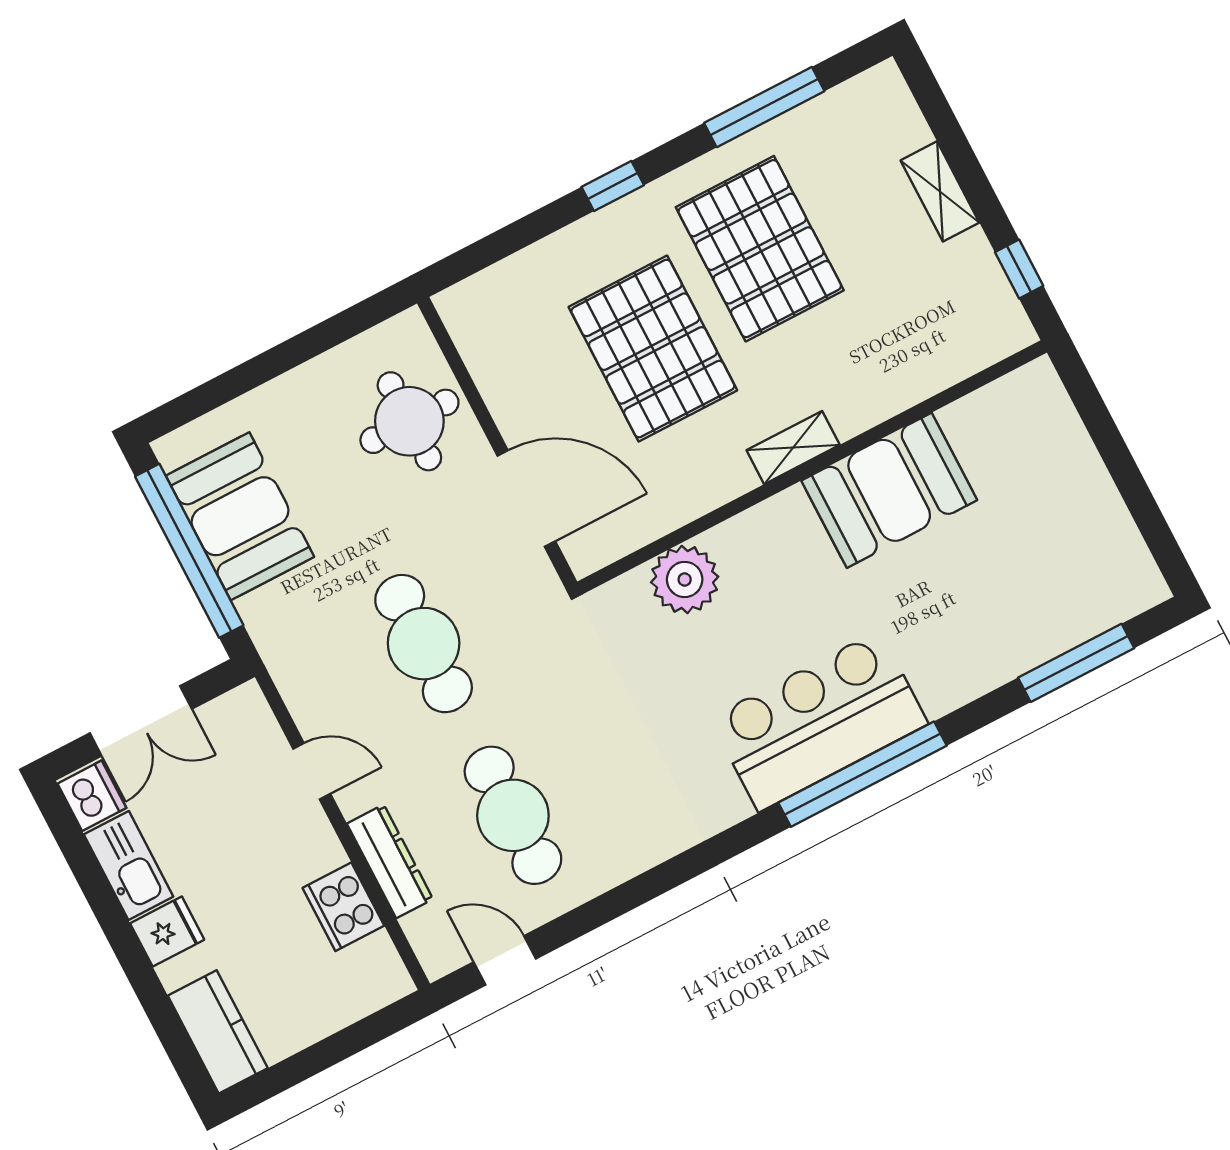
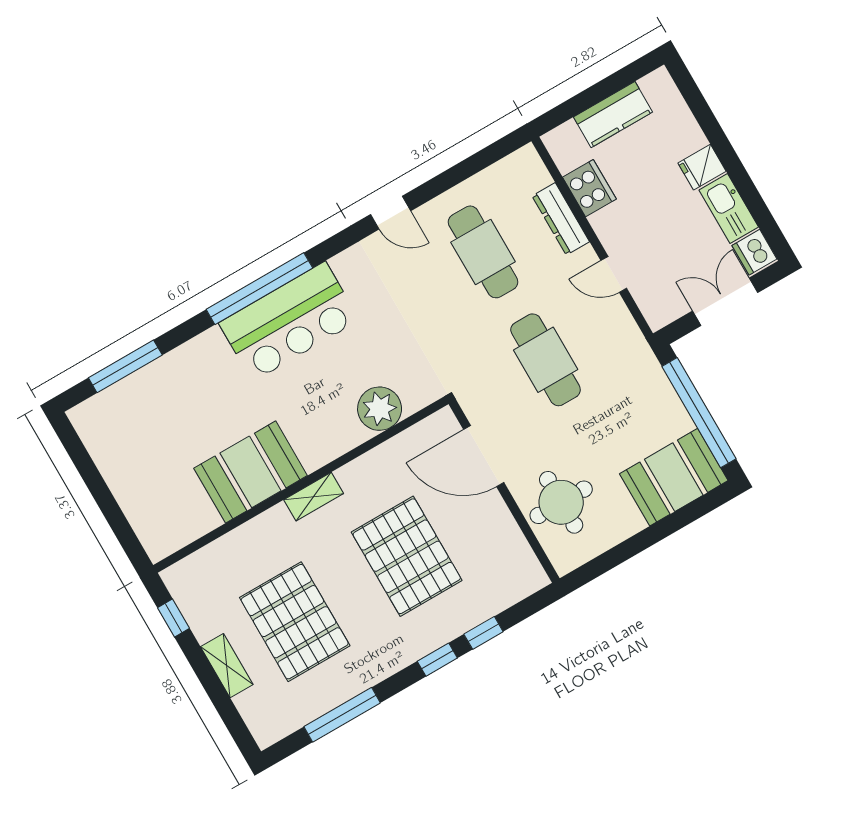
window: (539, 224) -> (483, 633), added
pallet: (760, 249) -> (295, 622), moved
booth: (240, 516) -> (674, 477), moved, turned 90
door: (505, 960) -> (391, 213), moved
kitchen counter: (218, 1032) -> (613, 115), moved, turned -90

